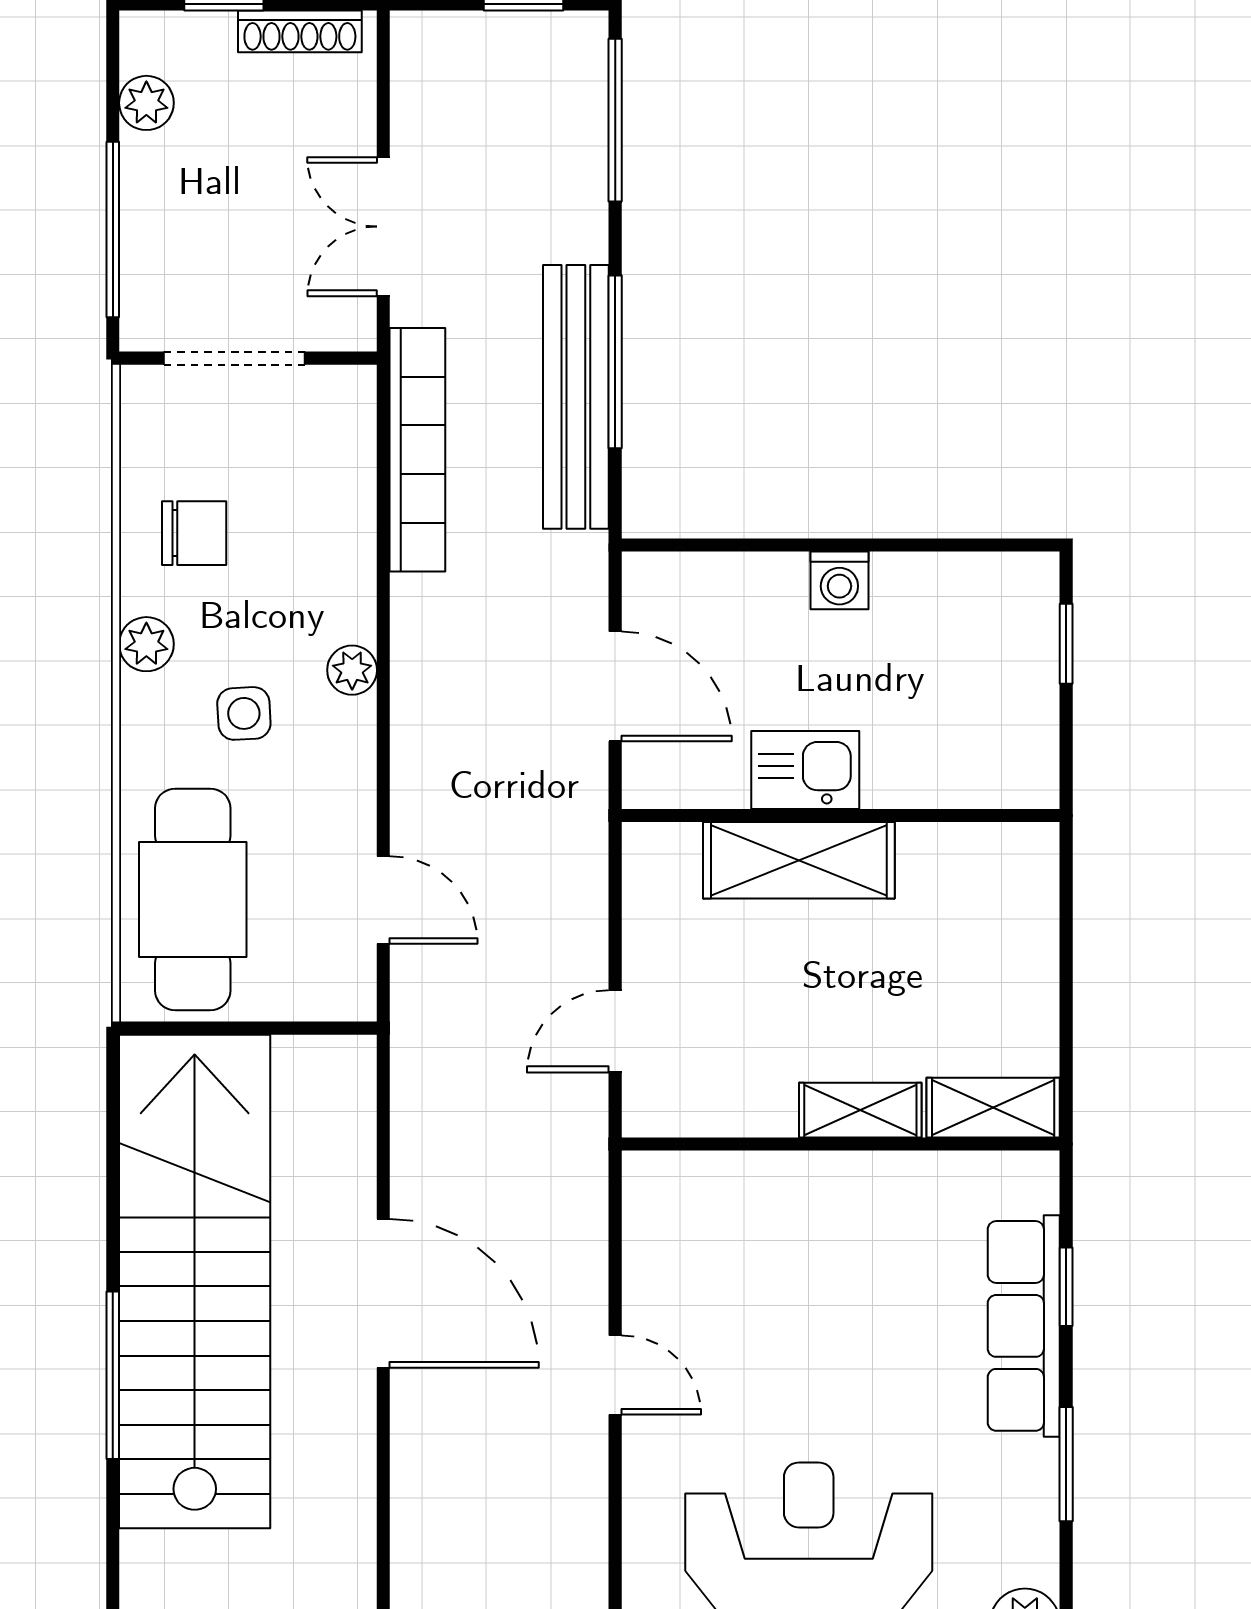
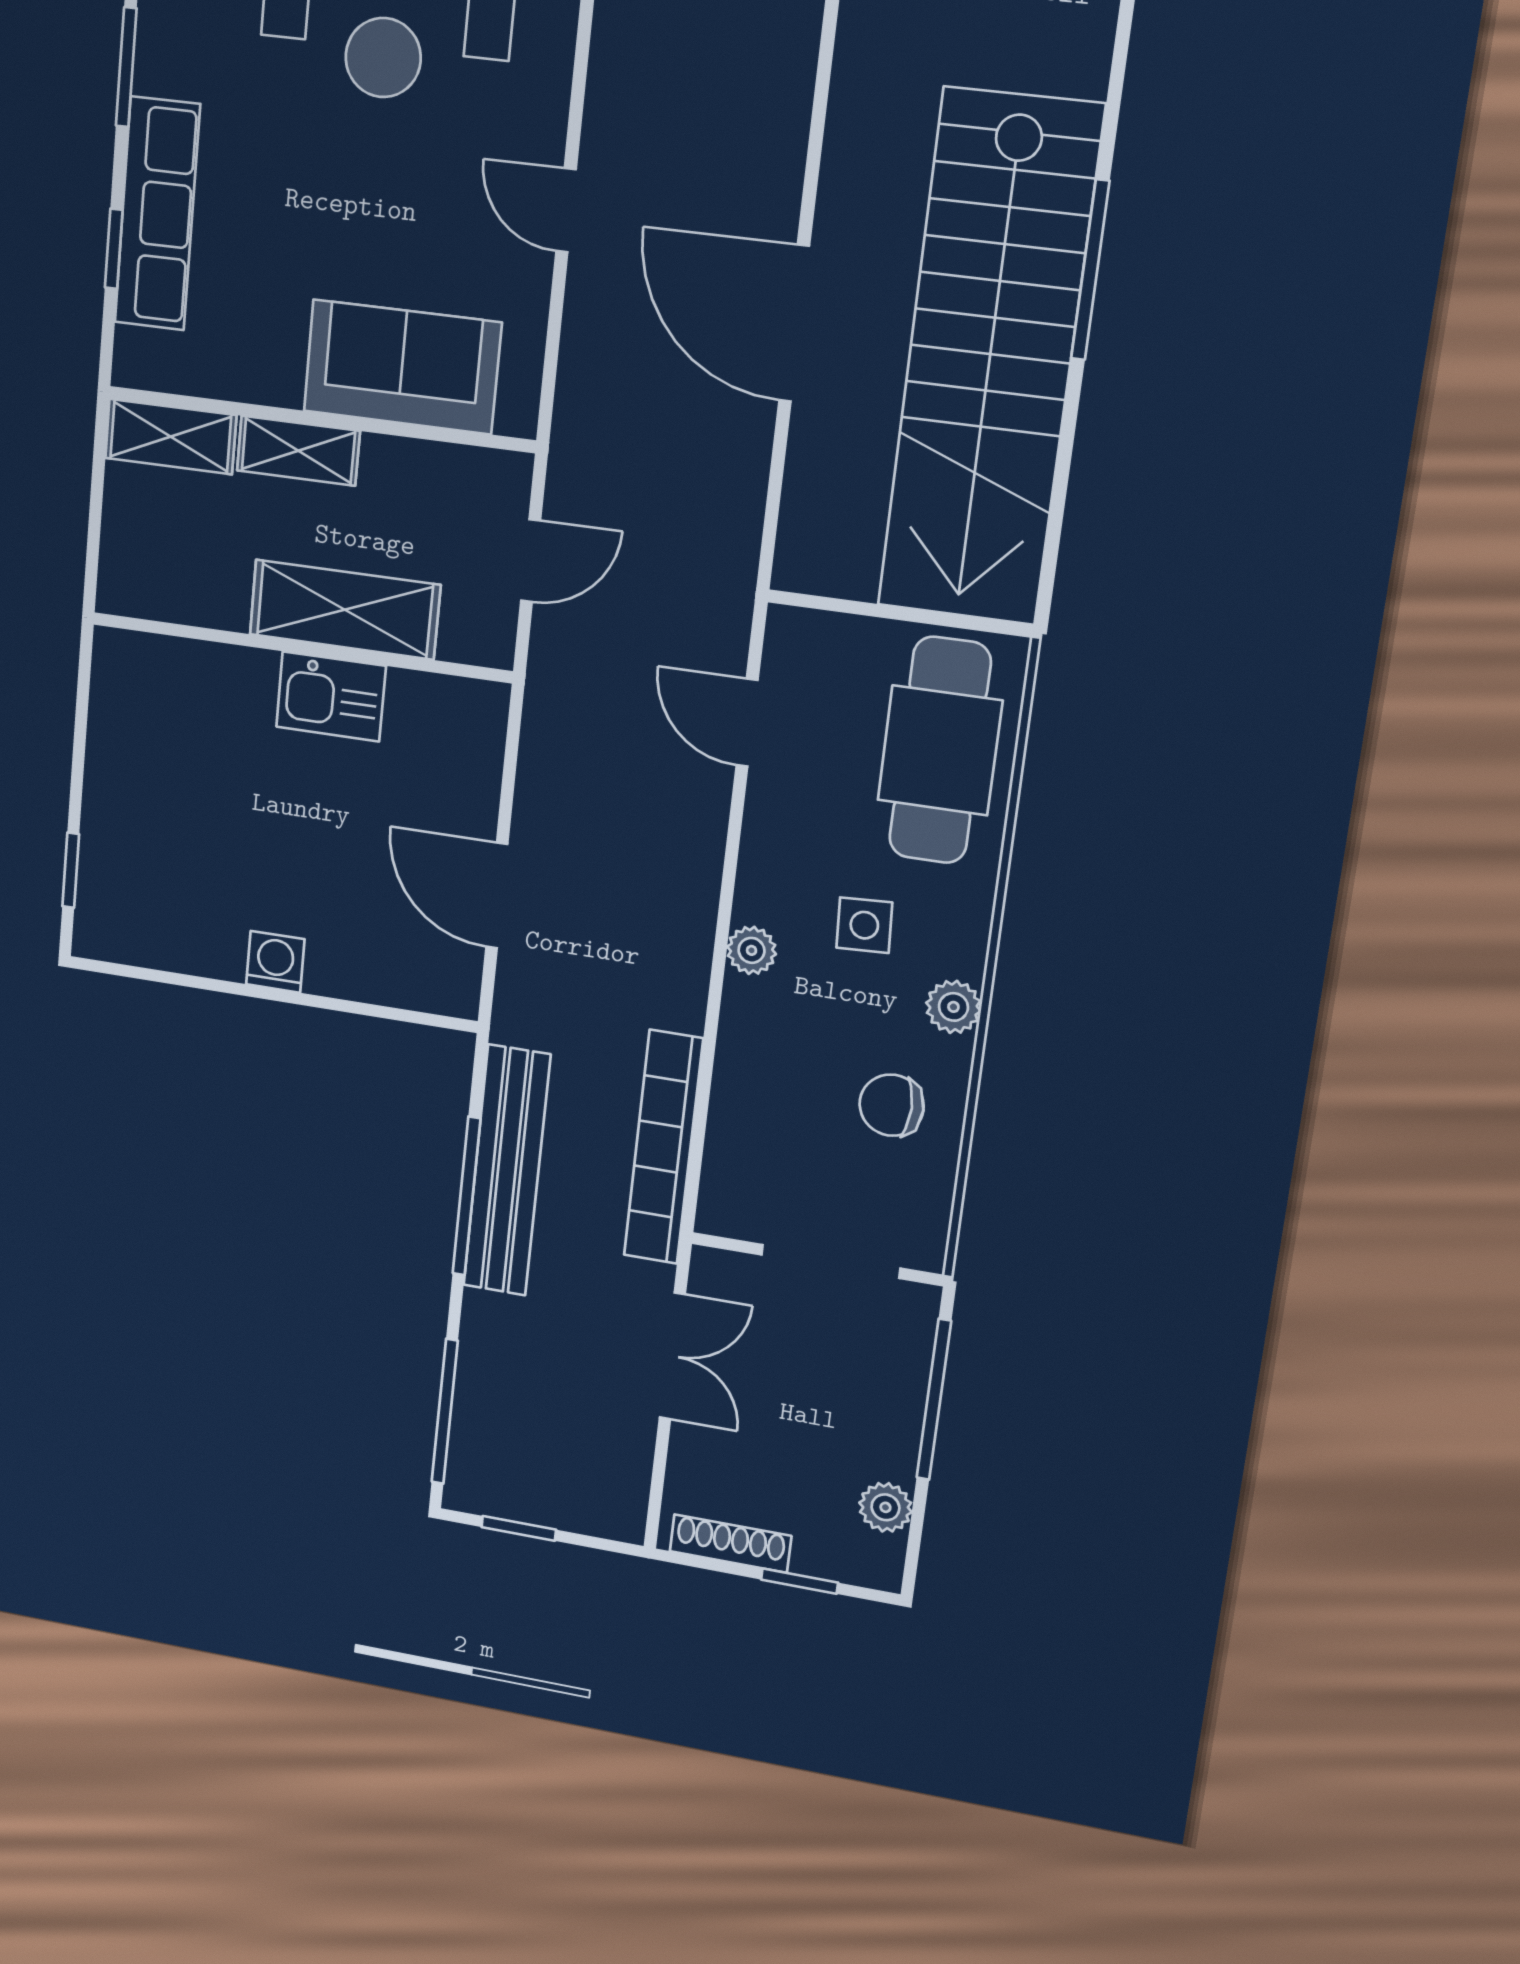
kitchen sink: (805, 770) -> (331, 696), moved
wall: (841, 816) -> (301, 648), moved
shelving: (799, 860) -> (345, 610), moved
sofa: (762, 1206) -> (402, 367), added

